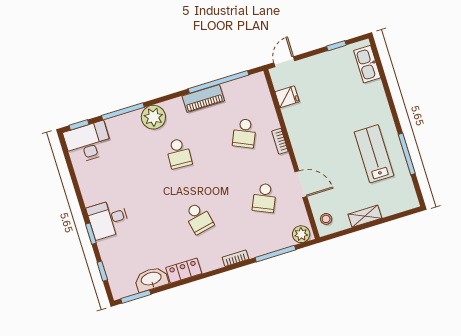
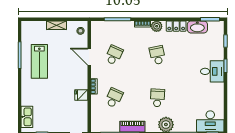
fridge: (287, 97) -> (81, 95), moved
plant: (301, 234) -> (157, 26), moved

